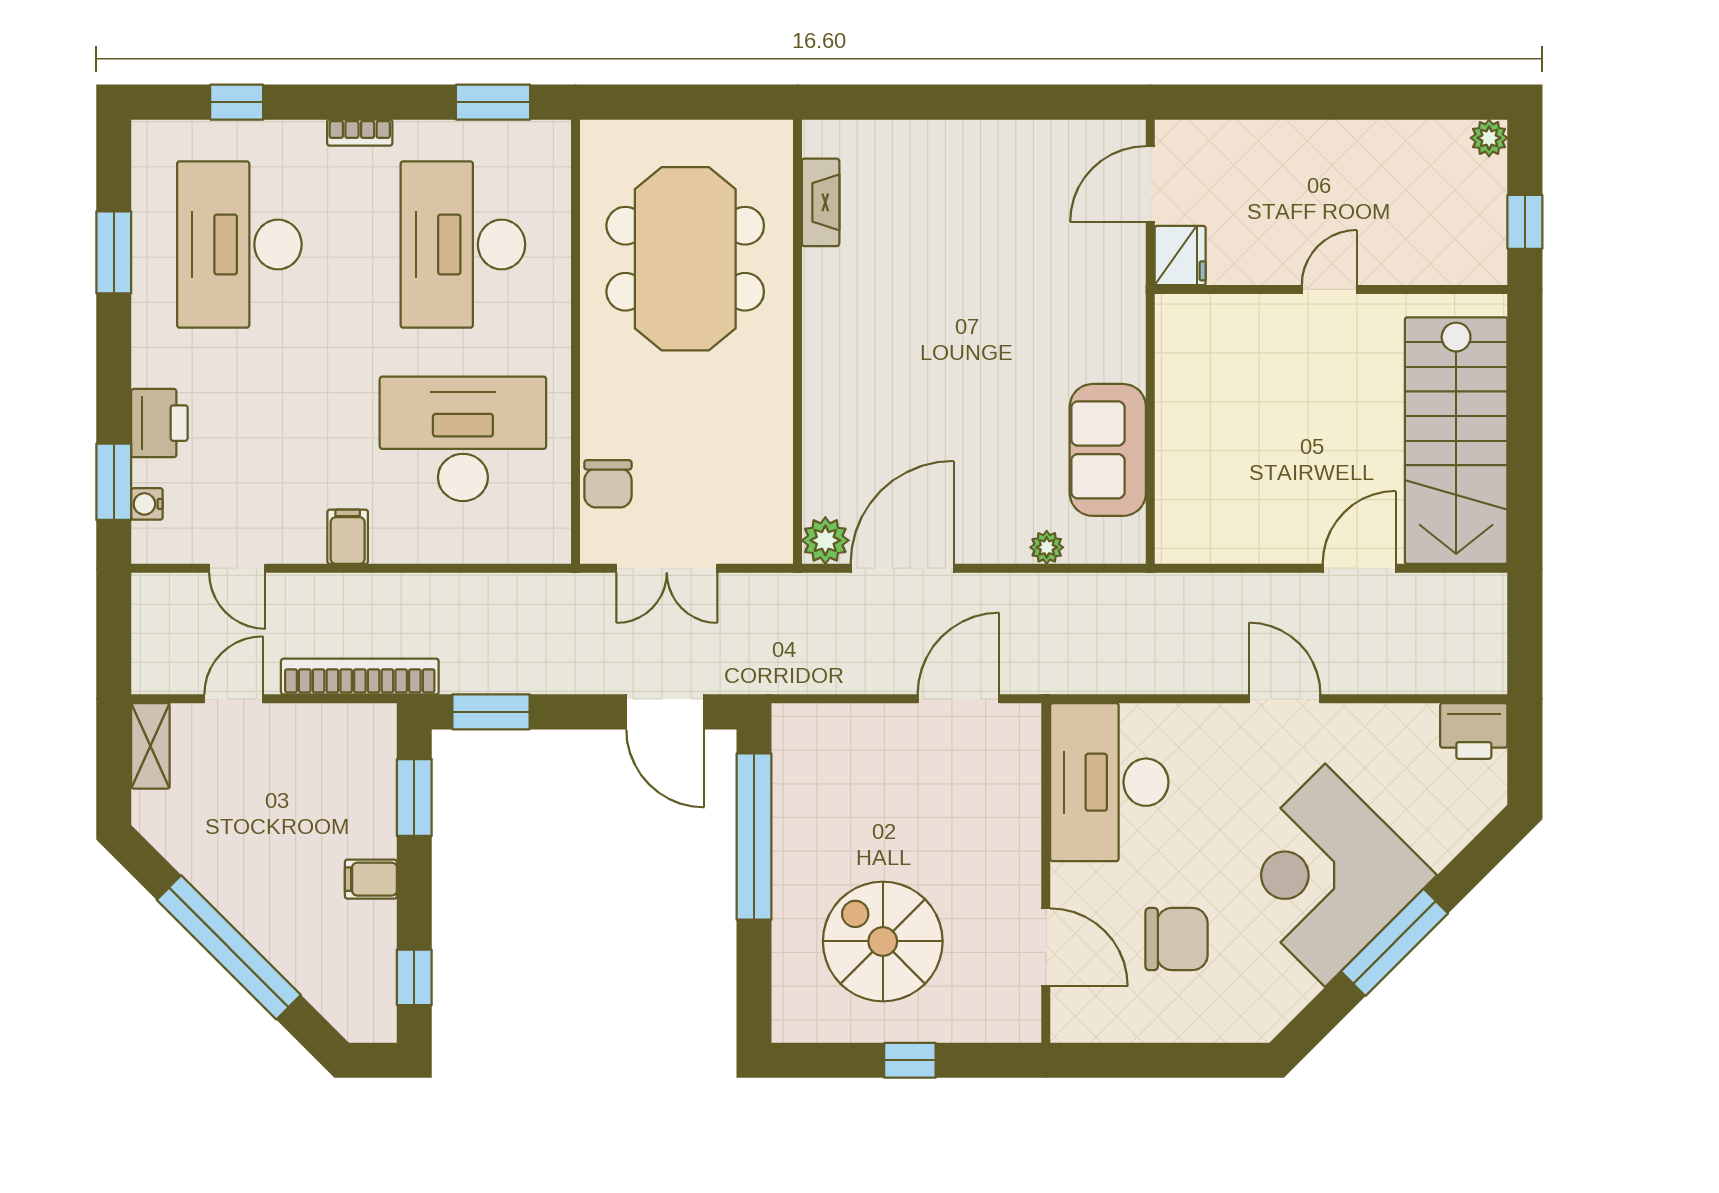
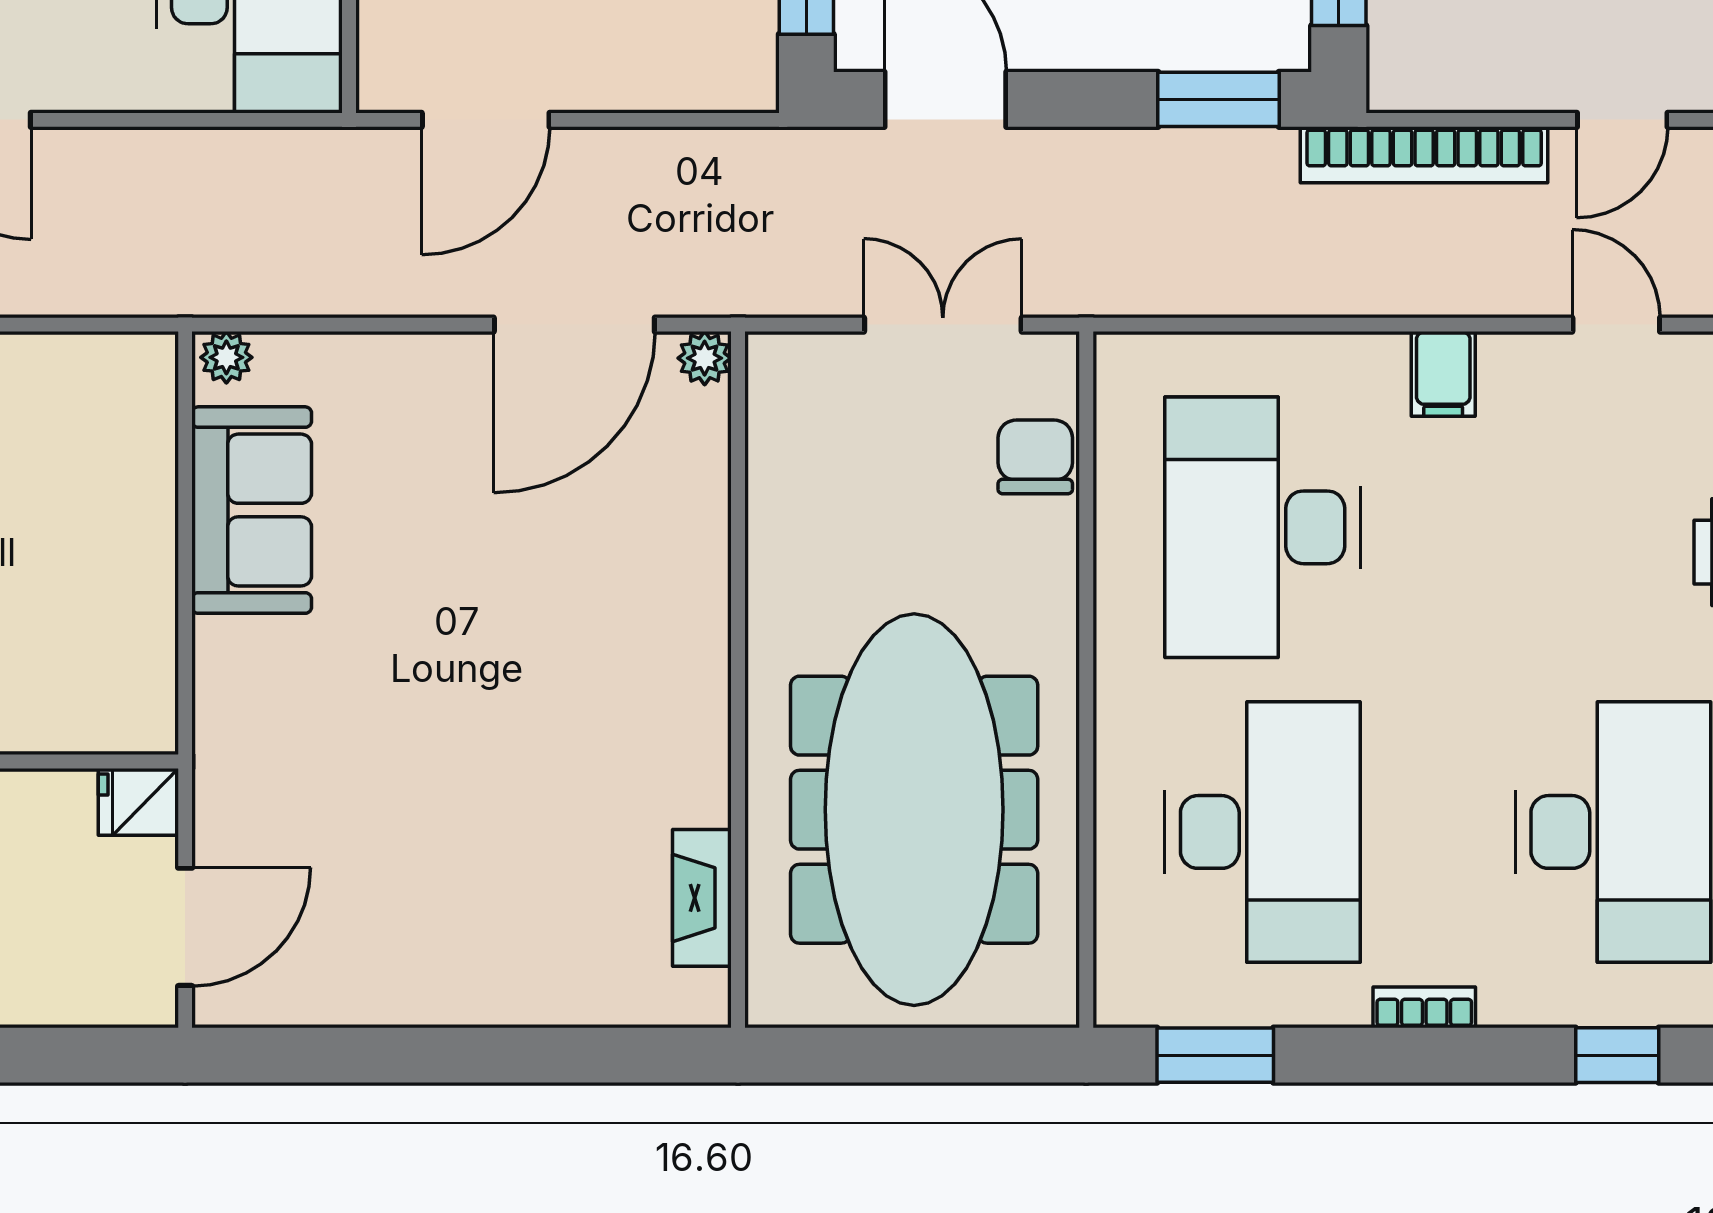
fridge: (1180, 255) -> (138, 802), width x0.72
meeting table: (685, 259) -> (914, 810), width x1.36
desk: (463, 439) -> (1263, 527), turned 90
plant: (825, 540) -> (705, 358), width x0.73, depth x0.73
plant: (1047, 547) -> (226, 357), moved

